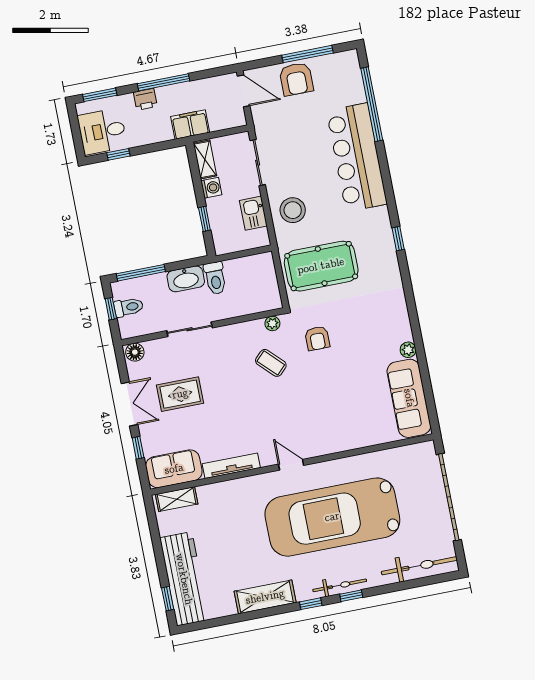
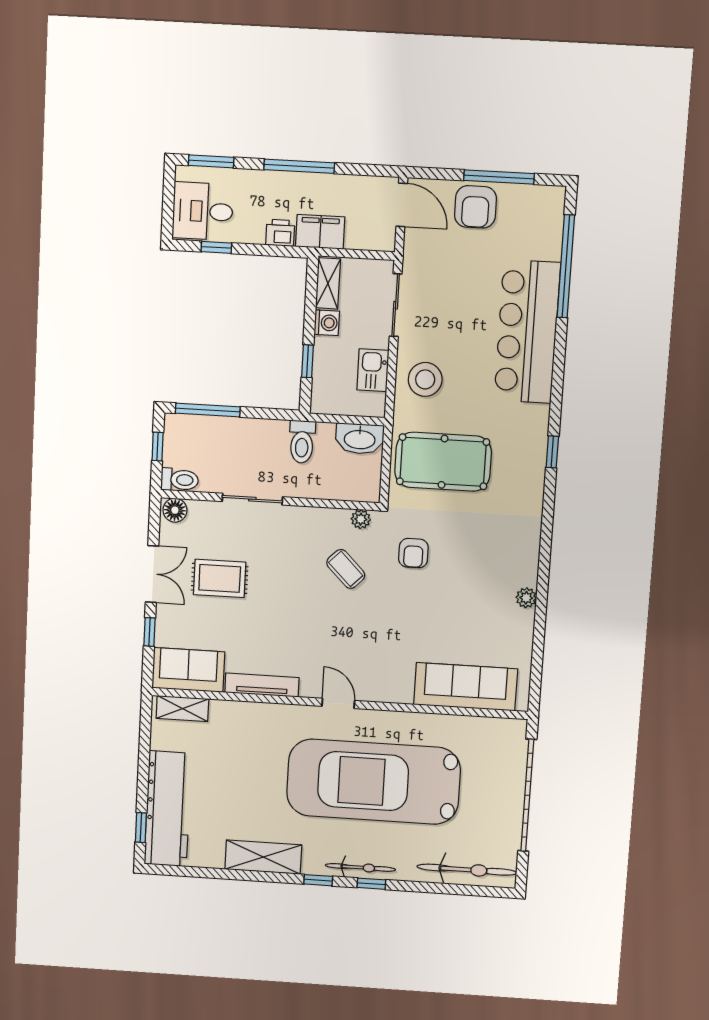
printer: (145, 99) -> (280, 233), moved, turned 180
washbasin: (186, 279) -> (360, 439), moved
toilet: (129, 307) -> (180, 480), moved
sofa: (409, 398) -> (466, 687), moved, turned 90

